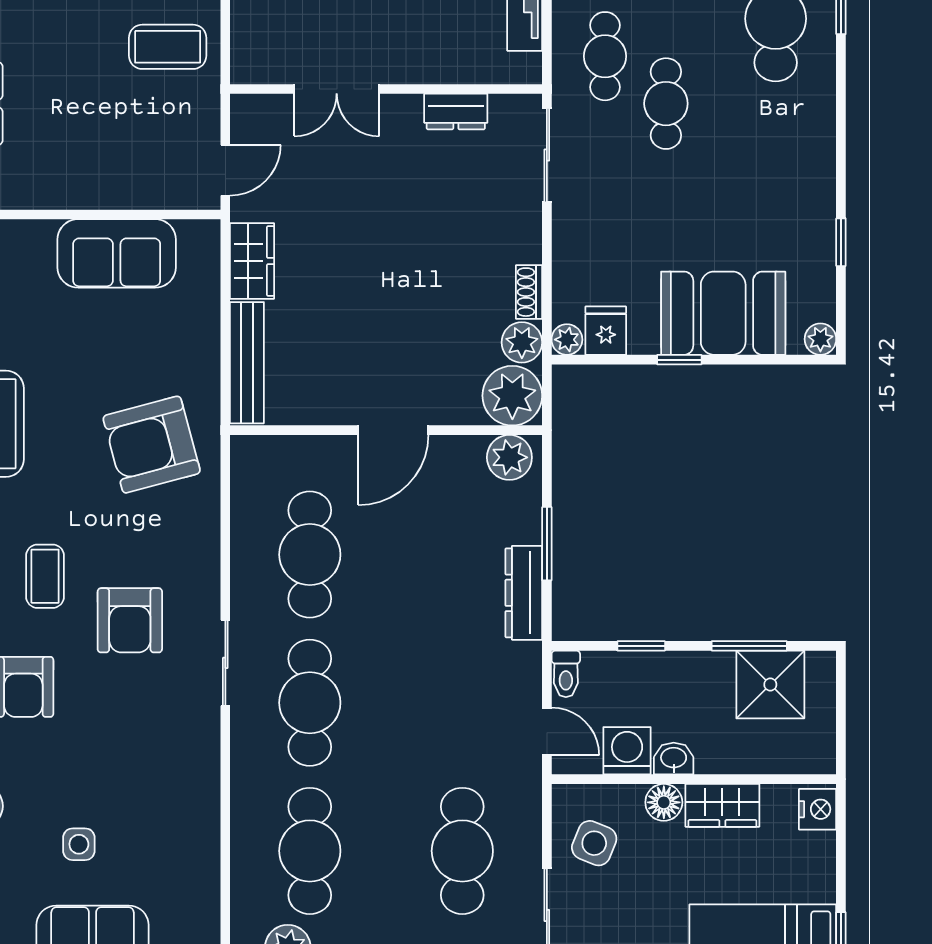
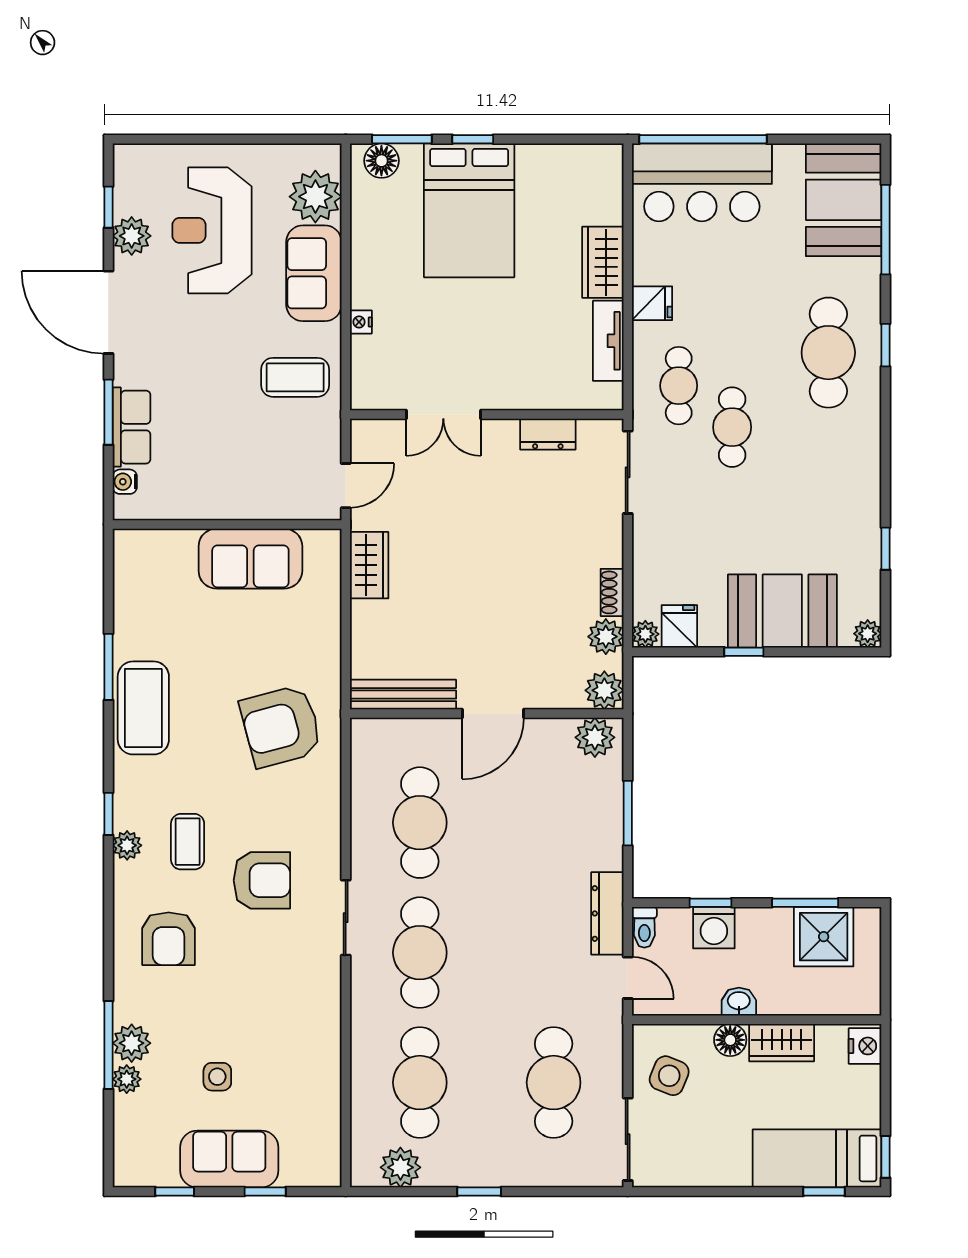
bench: (247, 363) -> (403, 695), moved, turned 90
plant: (512, 396) -> (604, 690), width x0.73, depth x0.73
dresser: (524, 593) -> (607, 913), moved
armchair: (130, 620) -> (262, 880), turned -90
washing machine: (627, 751) -> (714, 928), moved, turned 180

